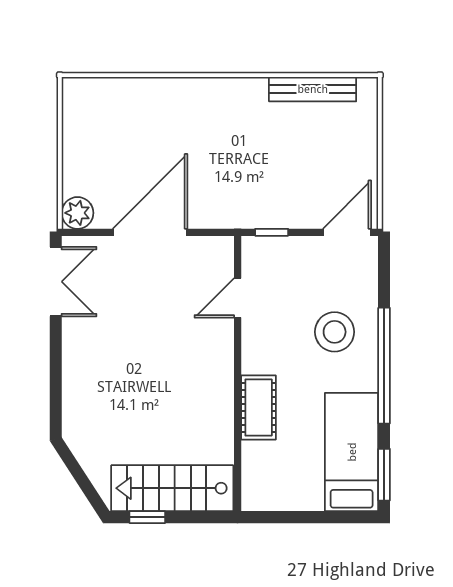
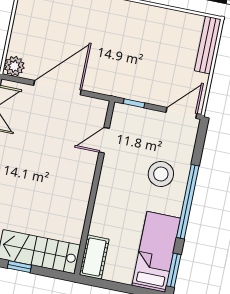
bench: (313, 89) -> (208, 45), moved, turned 90
cot: (259, 408) -> (94, 257), moved

